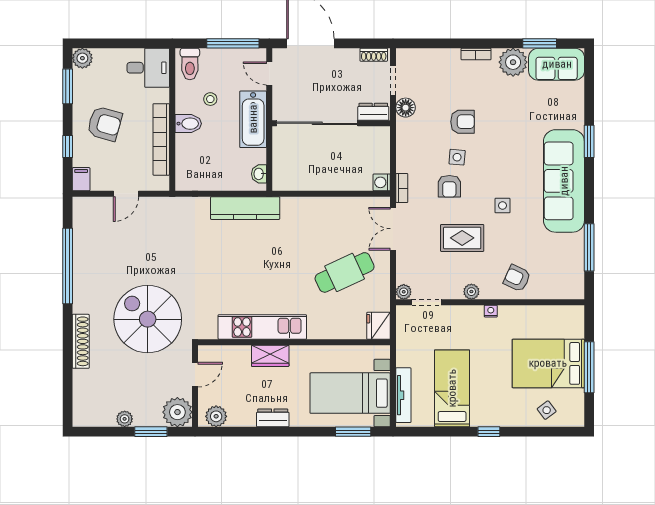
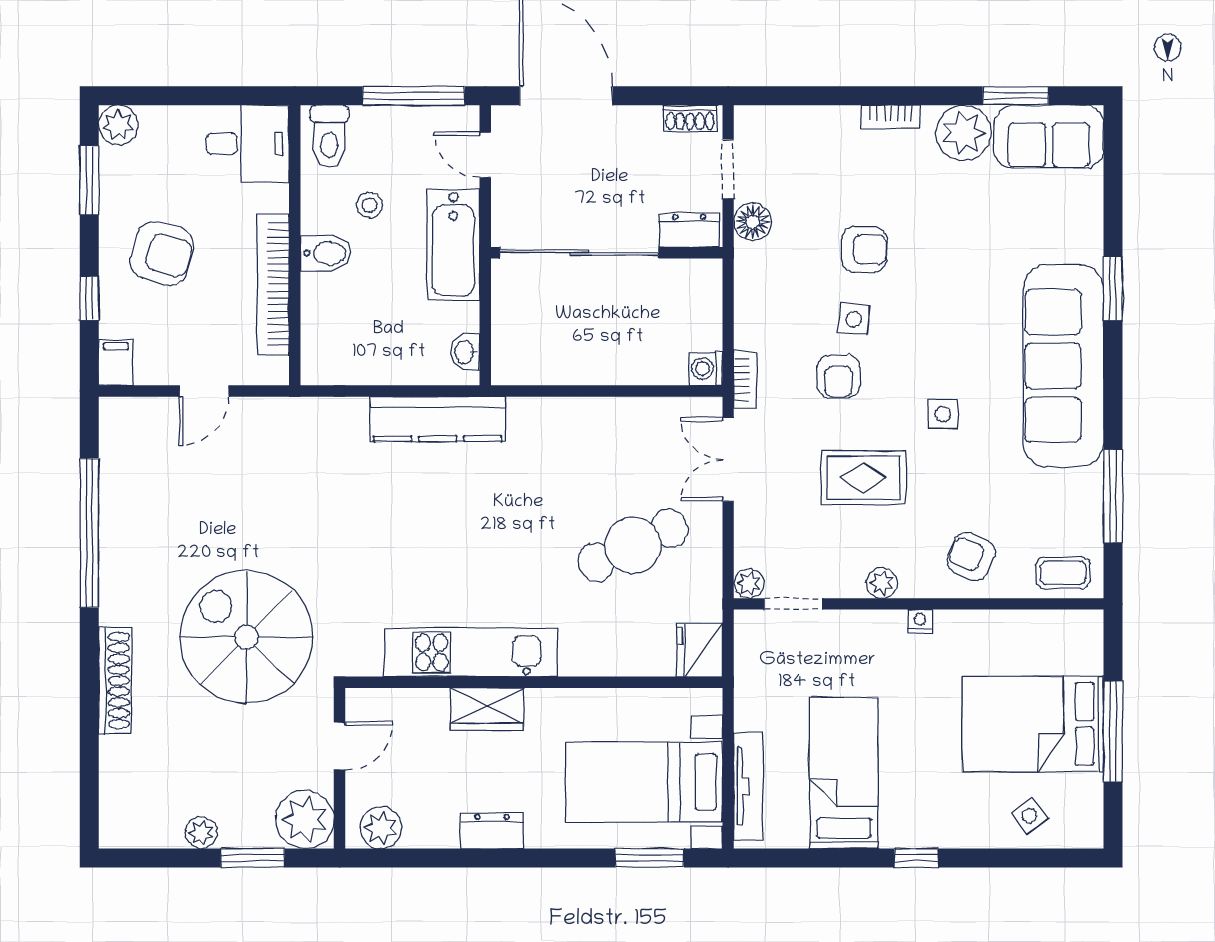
coffee table: (564, 286) -> (1063, 573), added

